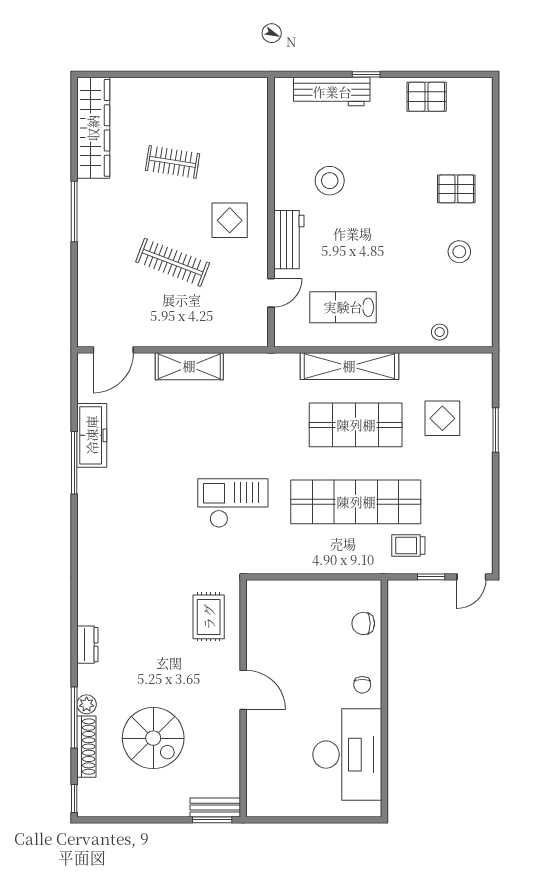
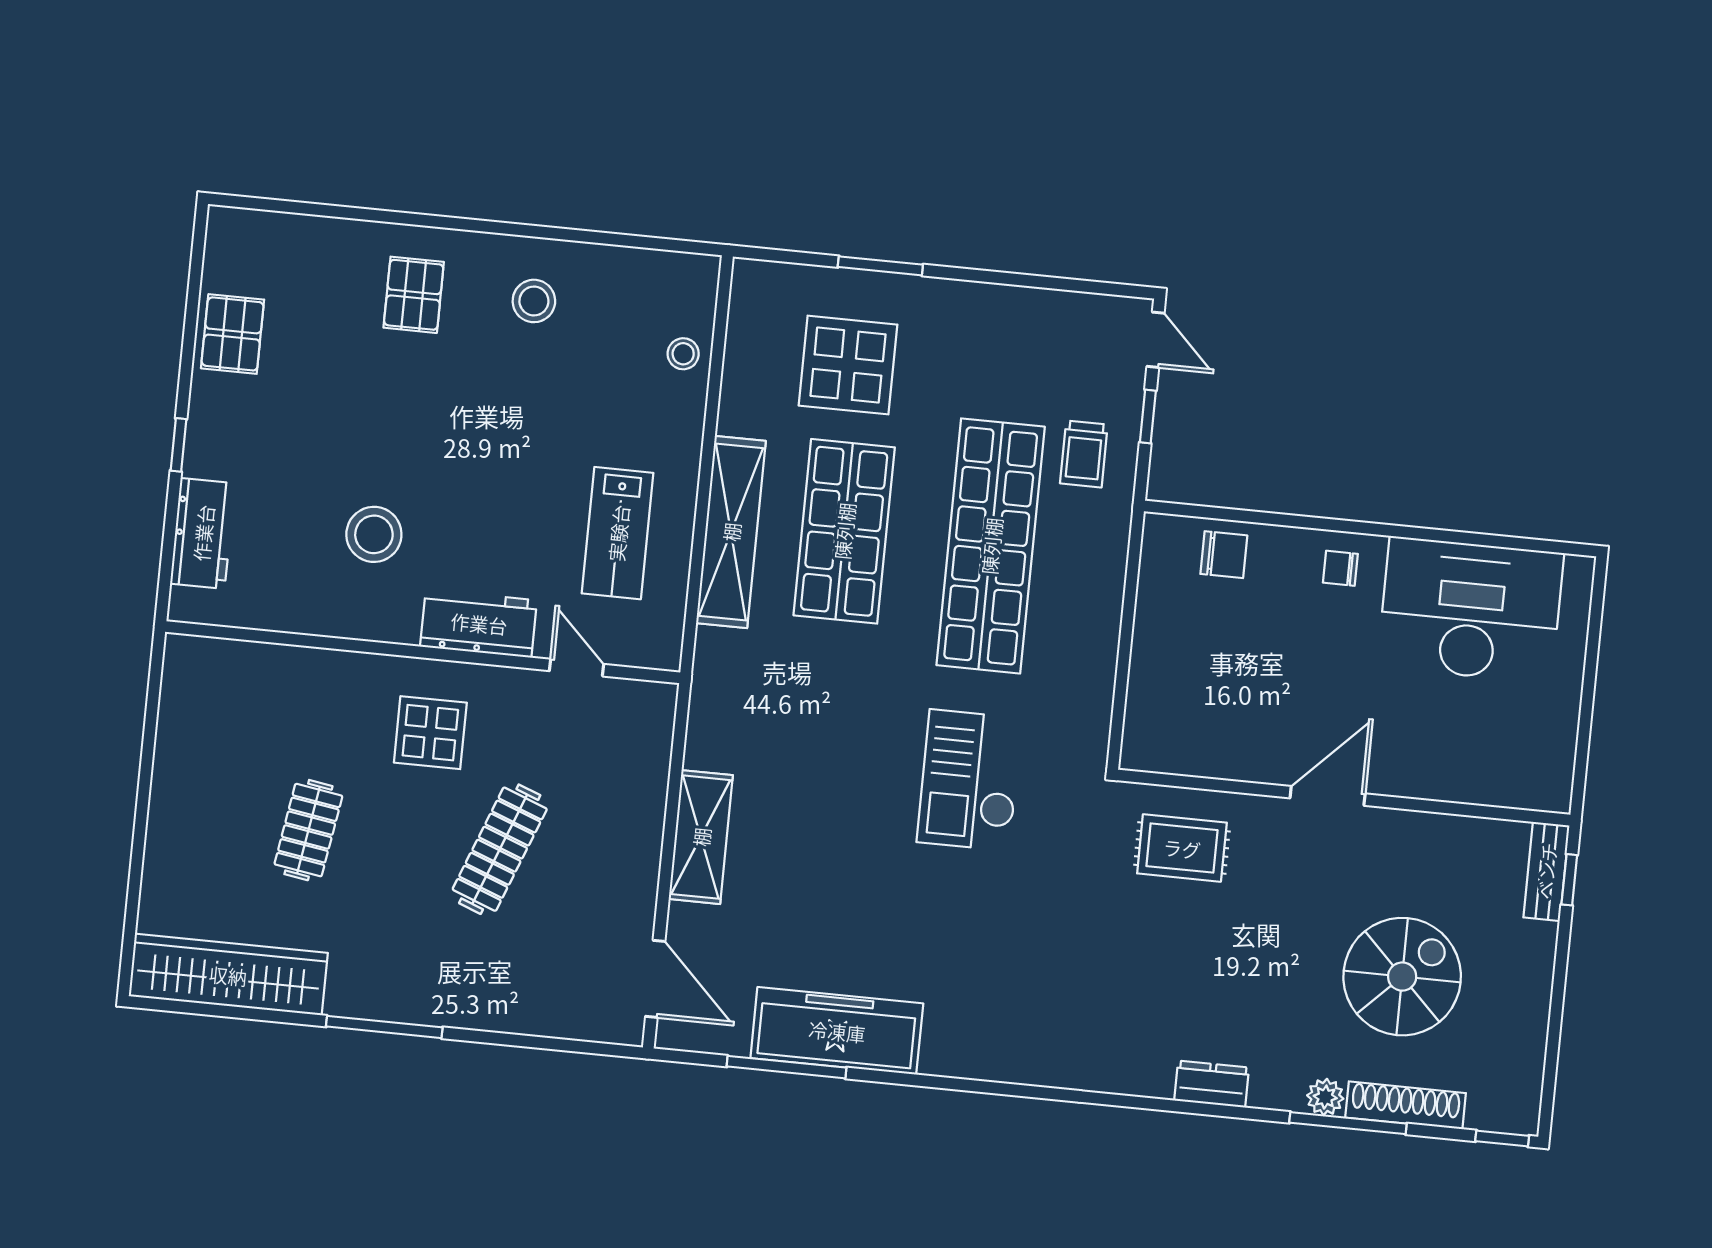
workbench: (332, 92) -> (203, 533), width x0.73
display table: (442, 418) -> (848, 365), width x1.36, depth x1.36
freezer: (92, 435) -> (837, 1031), width x1.36, depth x1.26
window: (74, 463) -> (787, 1067), moved
chair: (363, 623) -> (1224, 555), turned -90
chair: (362, 685) -> (1340, 568), turned 180
window: (212, 820) -> (1569, 880), width x0.67

